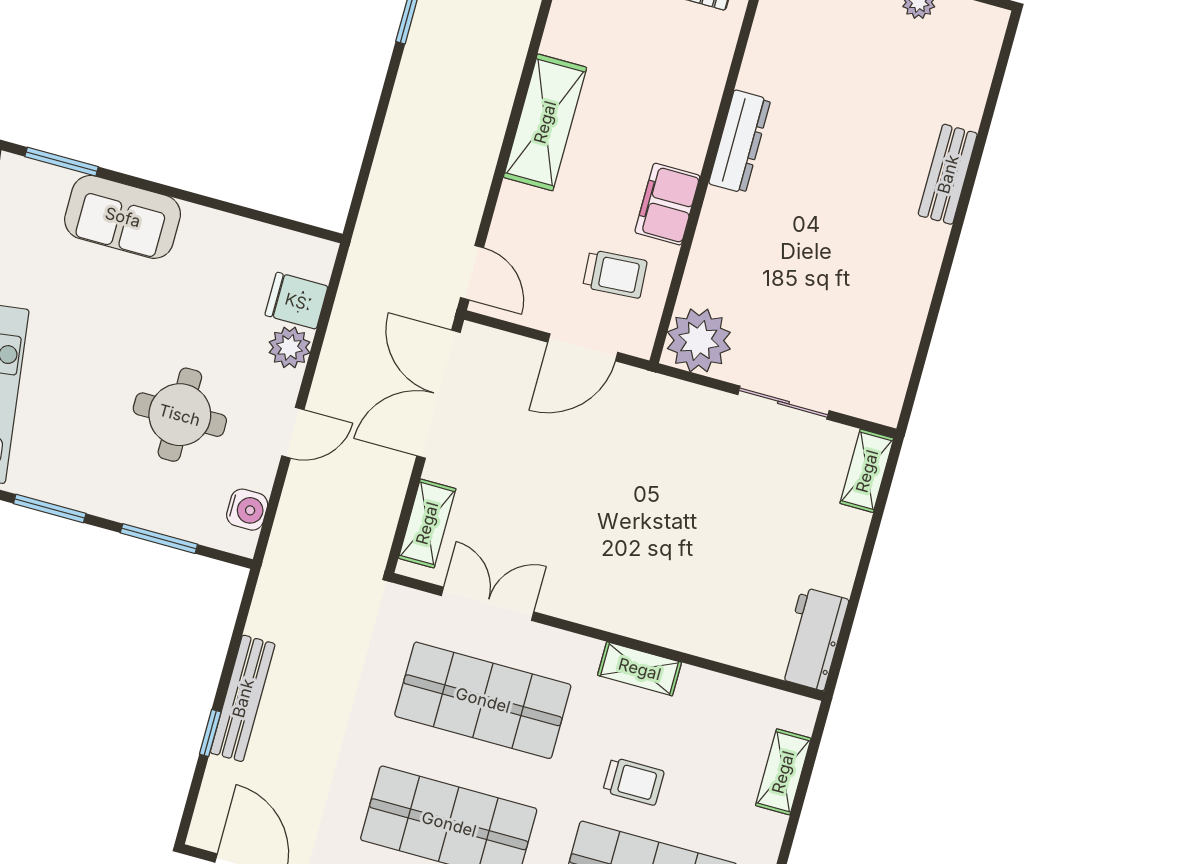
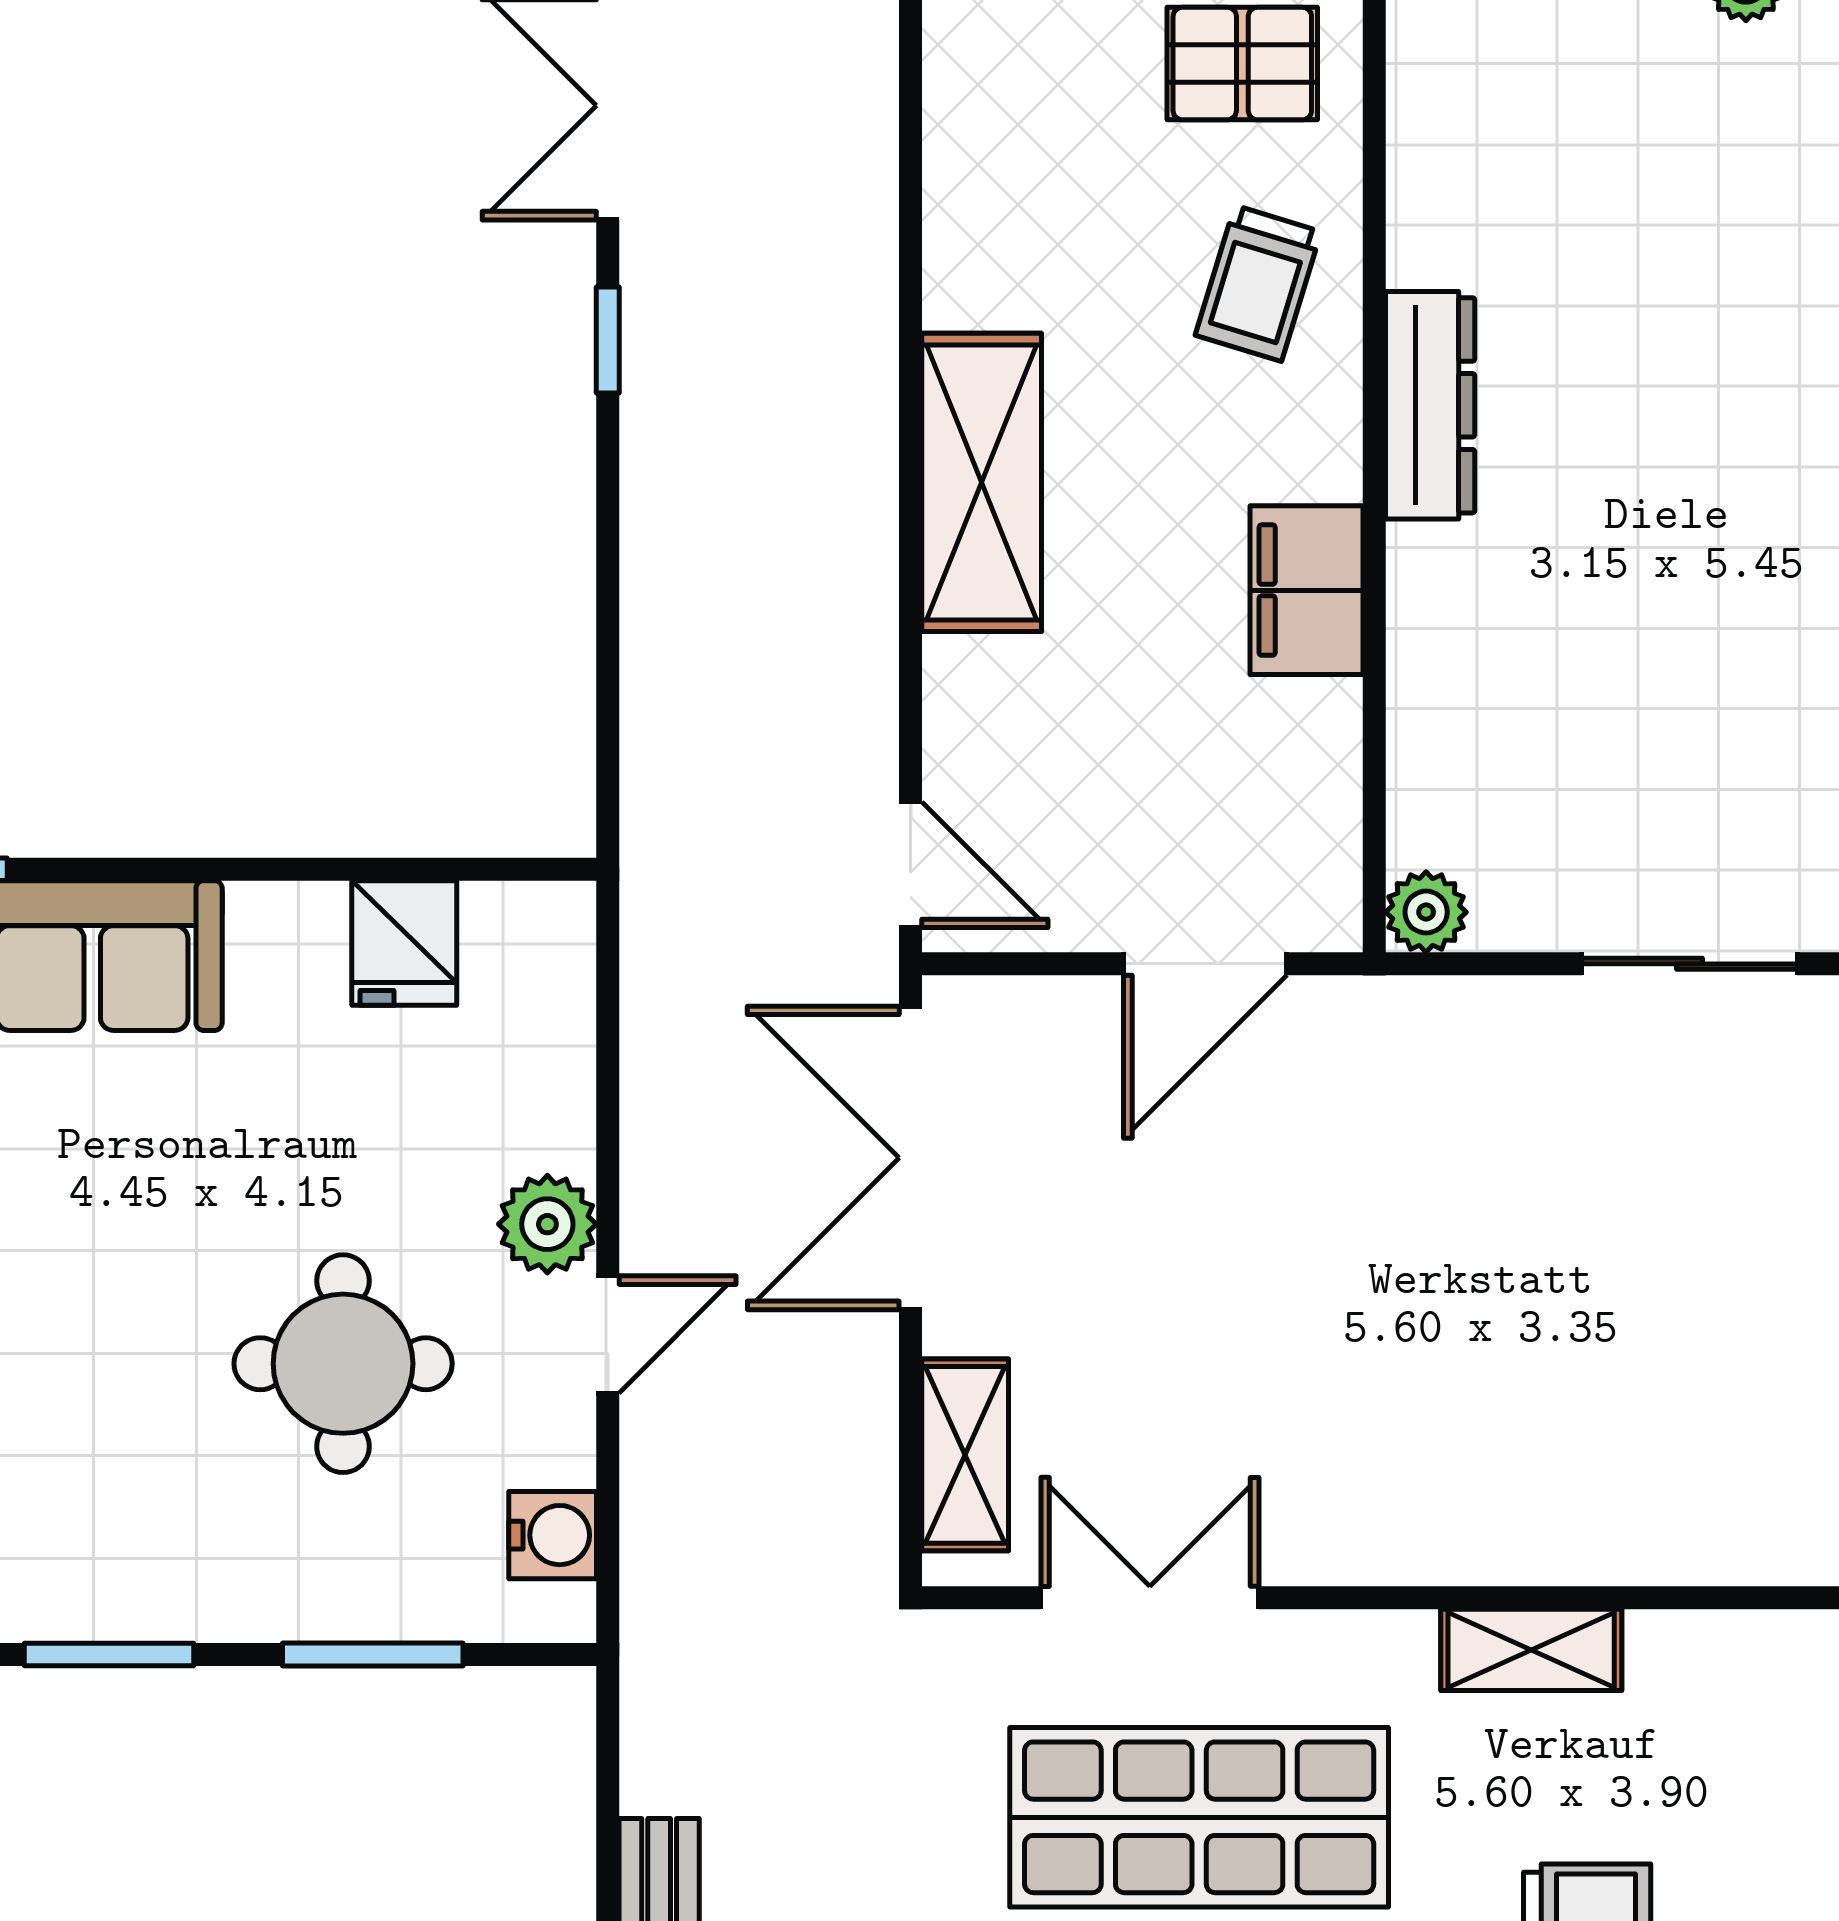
trolley: (615, 274) -> (1258, 283), moved, turned 111
fridge: (296, 301) -> (404, 943), moved, turned -90
plant: (699, 340) -> (1426, 912), width x0.53, depth x0.53
plant: (289, 347) -> (547, 1224), moved

